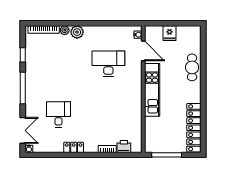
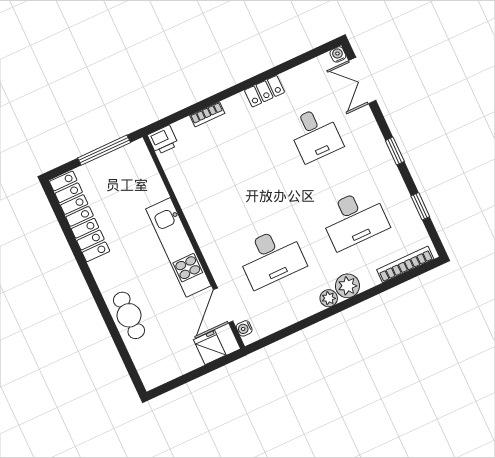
plant: (65, 30) -> (329, 298), moved
fridge: (169, 33) -> (210, 347), moved
door: (143, 51) -> (223, 305), hinge flipped
desk: (59, 64) -> (354, 219), added
window: (23, 88) -> (395, 151), width x0.46
printer: (124, 147) -> (163, 140), moved

